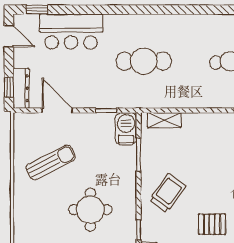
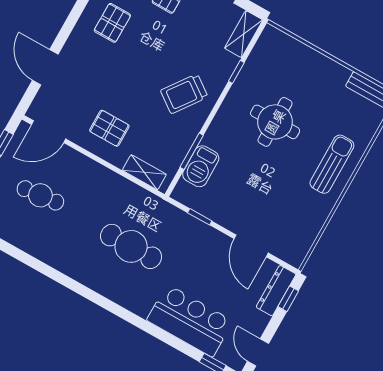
barbecue: (126, 129) -> (201, 166), moved
sun lounger: (51, 162) -> (332, 164), moved, turned 117
pallet: (212, 224) -> (109, 128), moved

